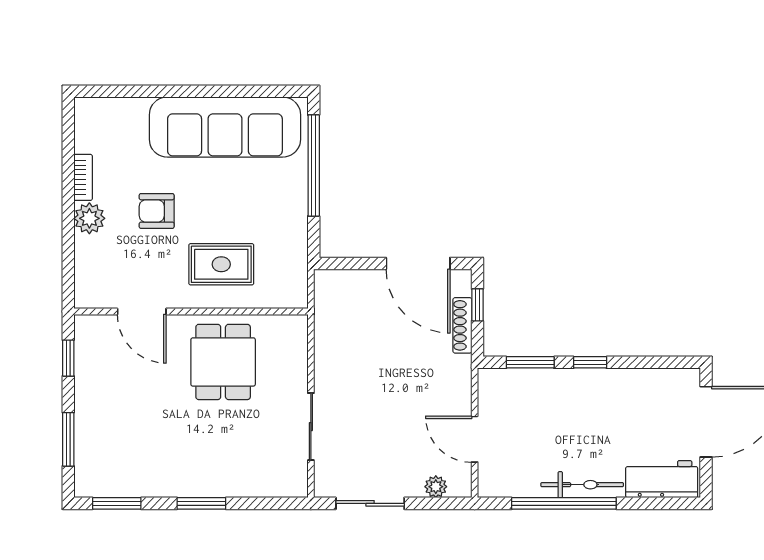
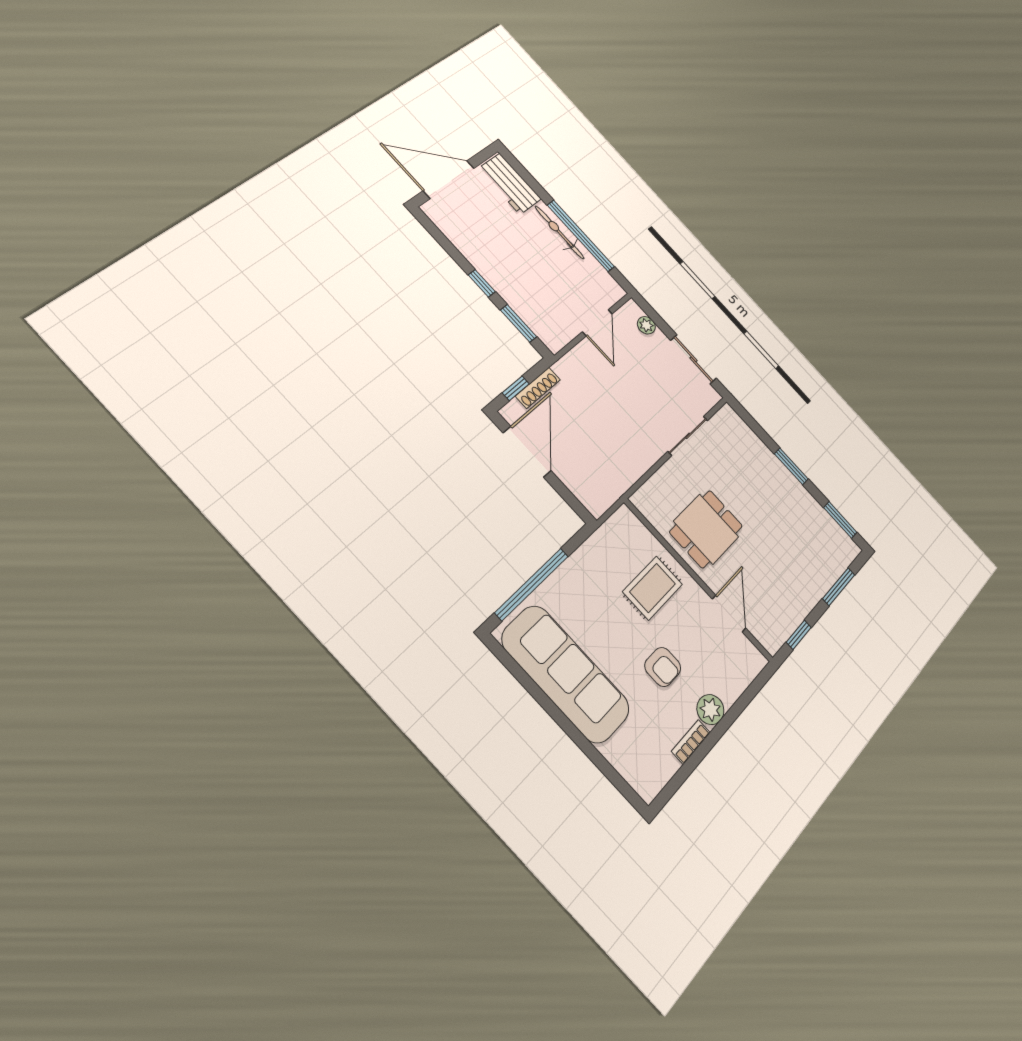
rug: (221, 264) -> (653, 588), turned 90

